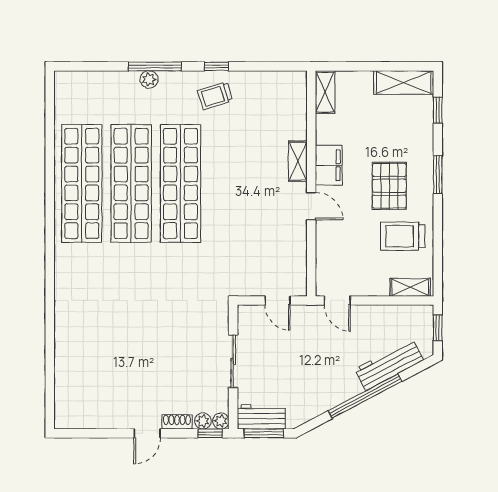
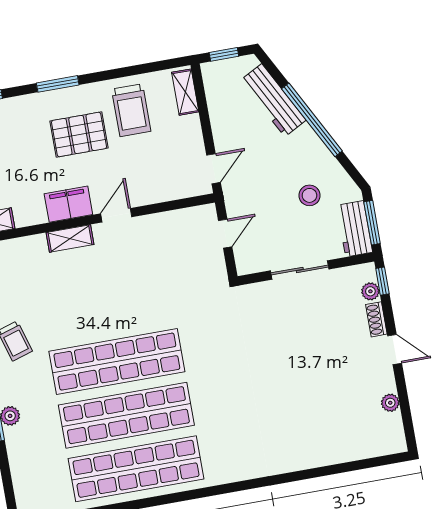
stool: (298, 382) -> (309, 195), added
plant: (221, 421) -> (390, 403), moved

